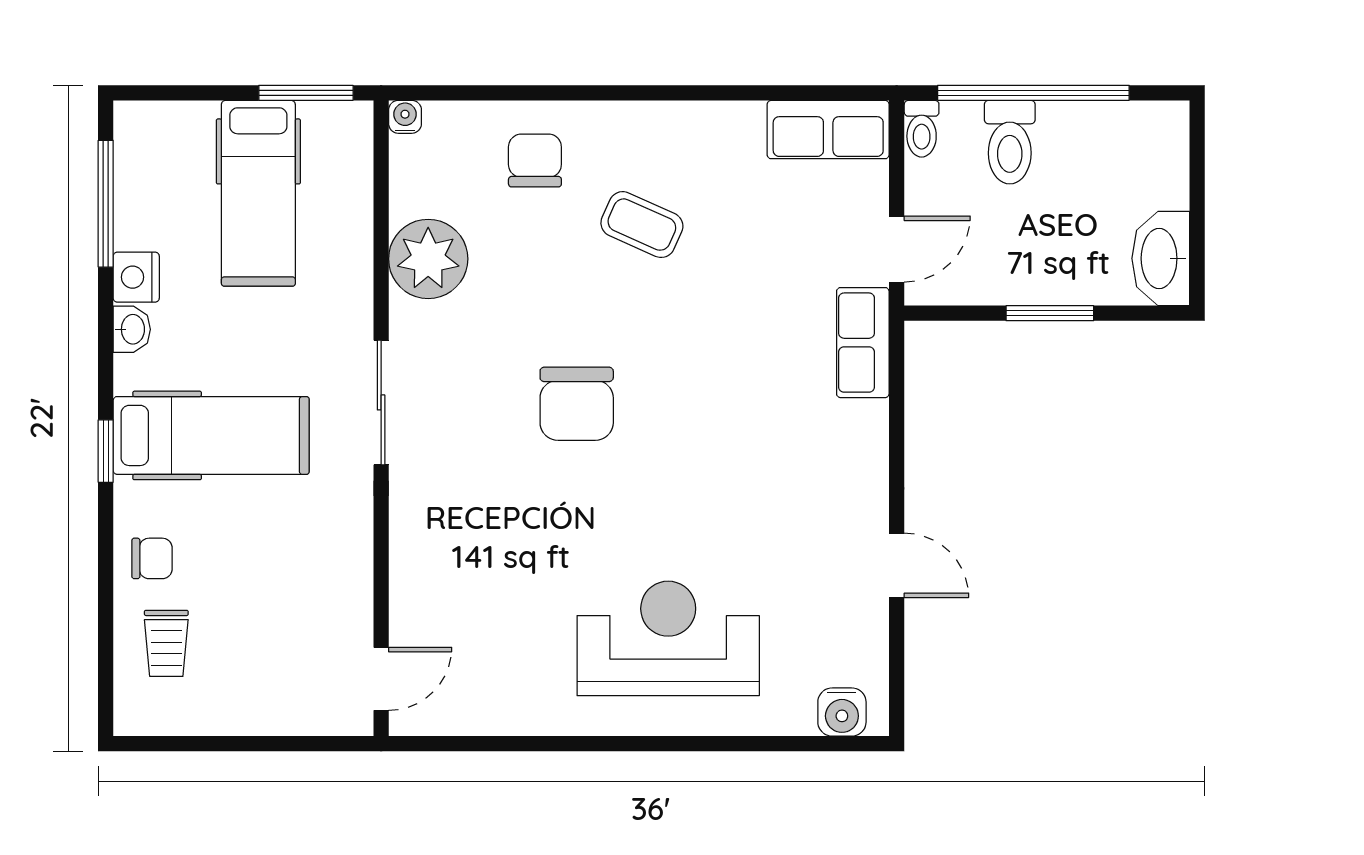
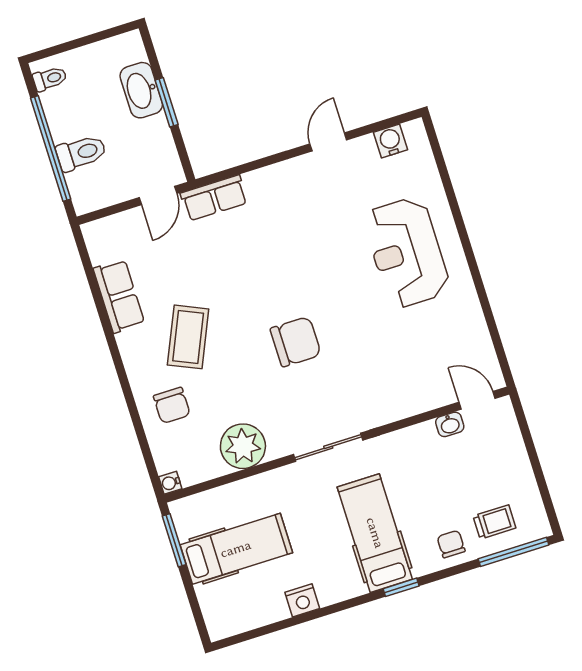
toilet: (922, 129) -> (50, 79), moved
row of seats: (828, 130) -> (119, 296), moved
chair: (535, 161) -> (172, 405), turned -90
window: (106, 204) -> (514, 552), moved
coffee table: (642, 225) -> (188, 337), width x1.36, depth x1.30
door: (897, 249) -> (158, 196), swing flipped
washbasin: (1161, 258) -> (141, 90), moved, turned 90
washbasin: (132, 329) -> (450, 424), moved, turned 180
water cooler: (842, 712) -> (390, 141), moved, turned -90

